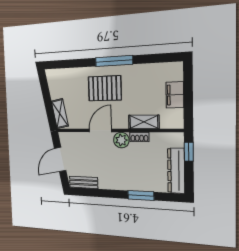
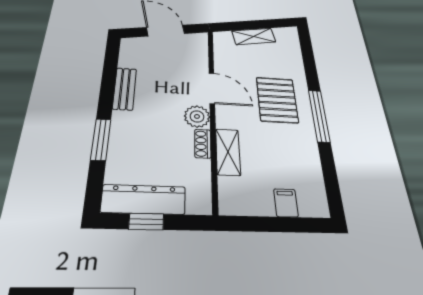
filing cabinet: (175, 95) -> (286, 203), width x0.50
shelving: (60, 114) -> (254, 36), moved
window: (189, 152) -> (146, 222), moved
bench: (84, 182) -> (125, 89), moved

